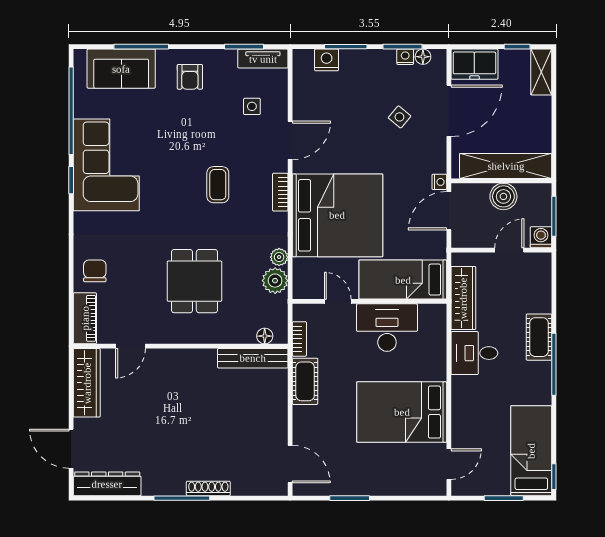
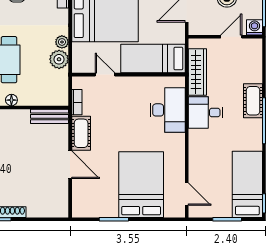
desk: (387, 328) -> (168, 110), moved, turned 90
floor lamp: (265, 336) -> (11, 100), moved
bench: (253, 358) -> (50, 116), width x0.73
bed: (402, 412) -> (141, 185), moved, turned 90
door: (290, 464) -> (70, 165), moved
door: (449, 464) -> (187, 194), hinge flipped

